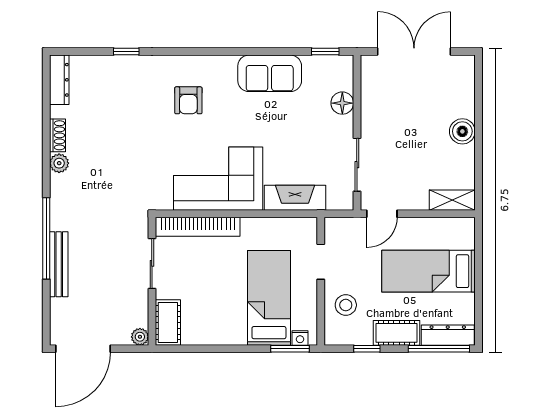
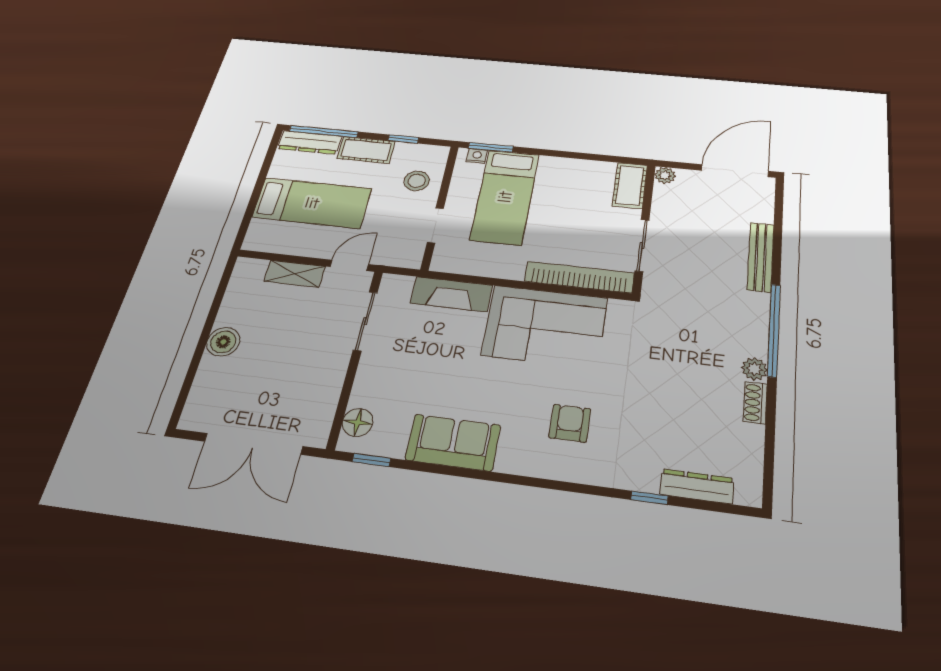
dresser: (59, 80) -> (697, 486), moved, turned 90
floor lamp: (342, 103) -> (358, 422), moved
shelving: (452, 200) -> (295, 274), moved
window: (46, 238) -> (774, 330), moved

